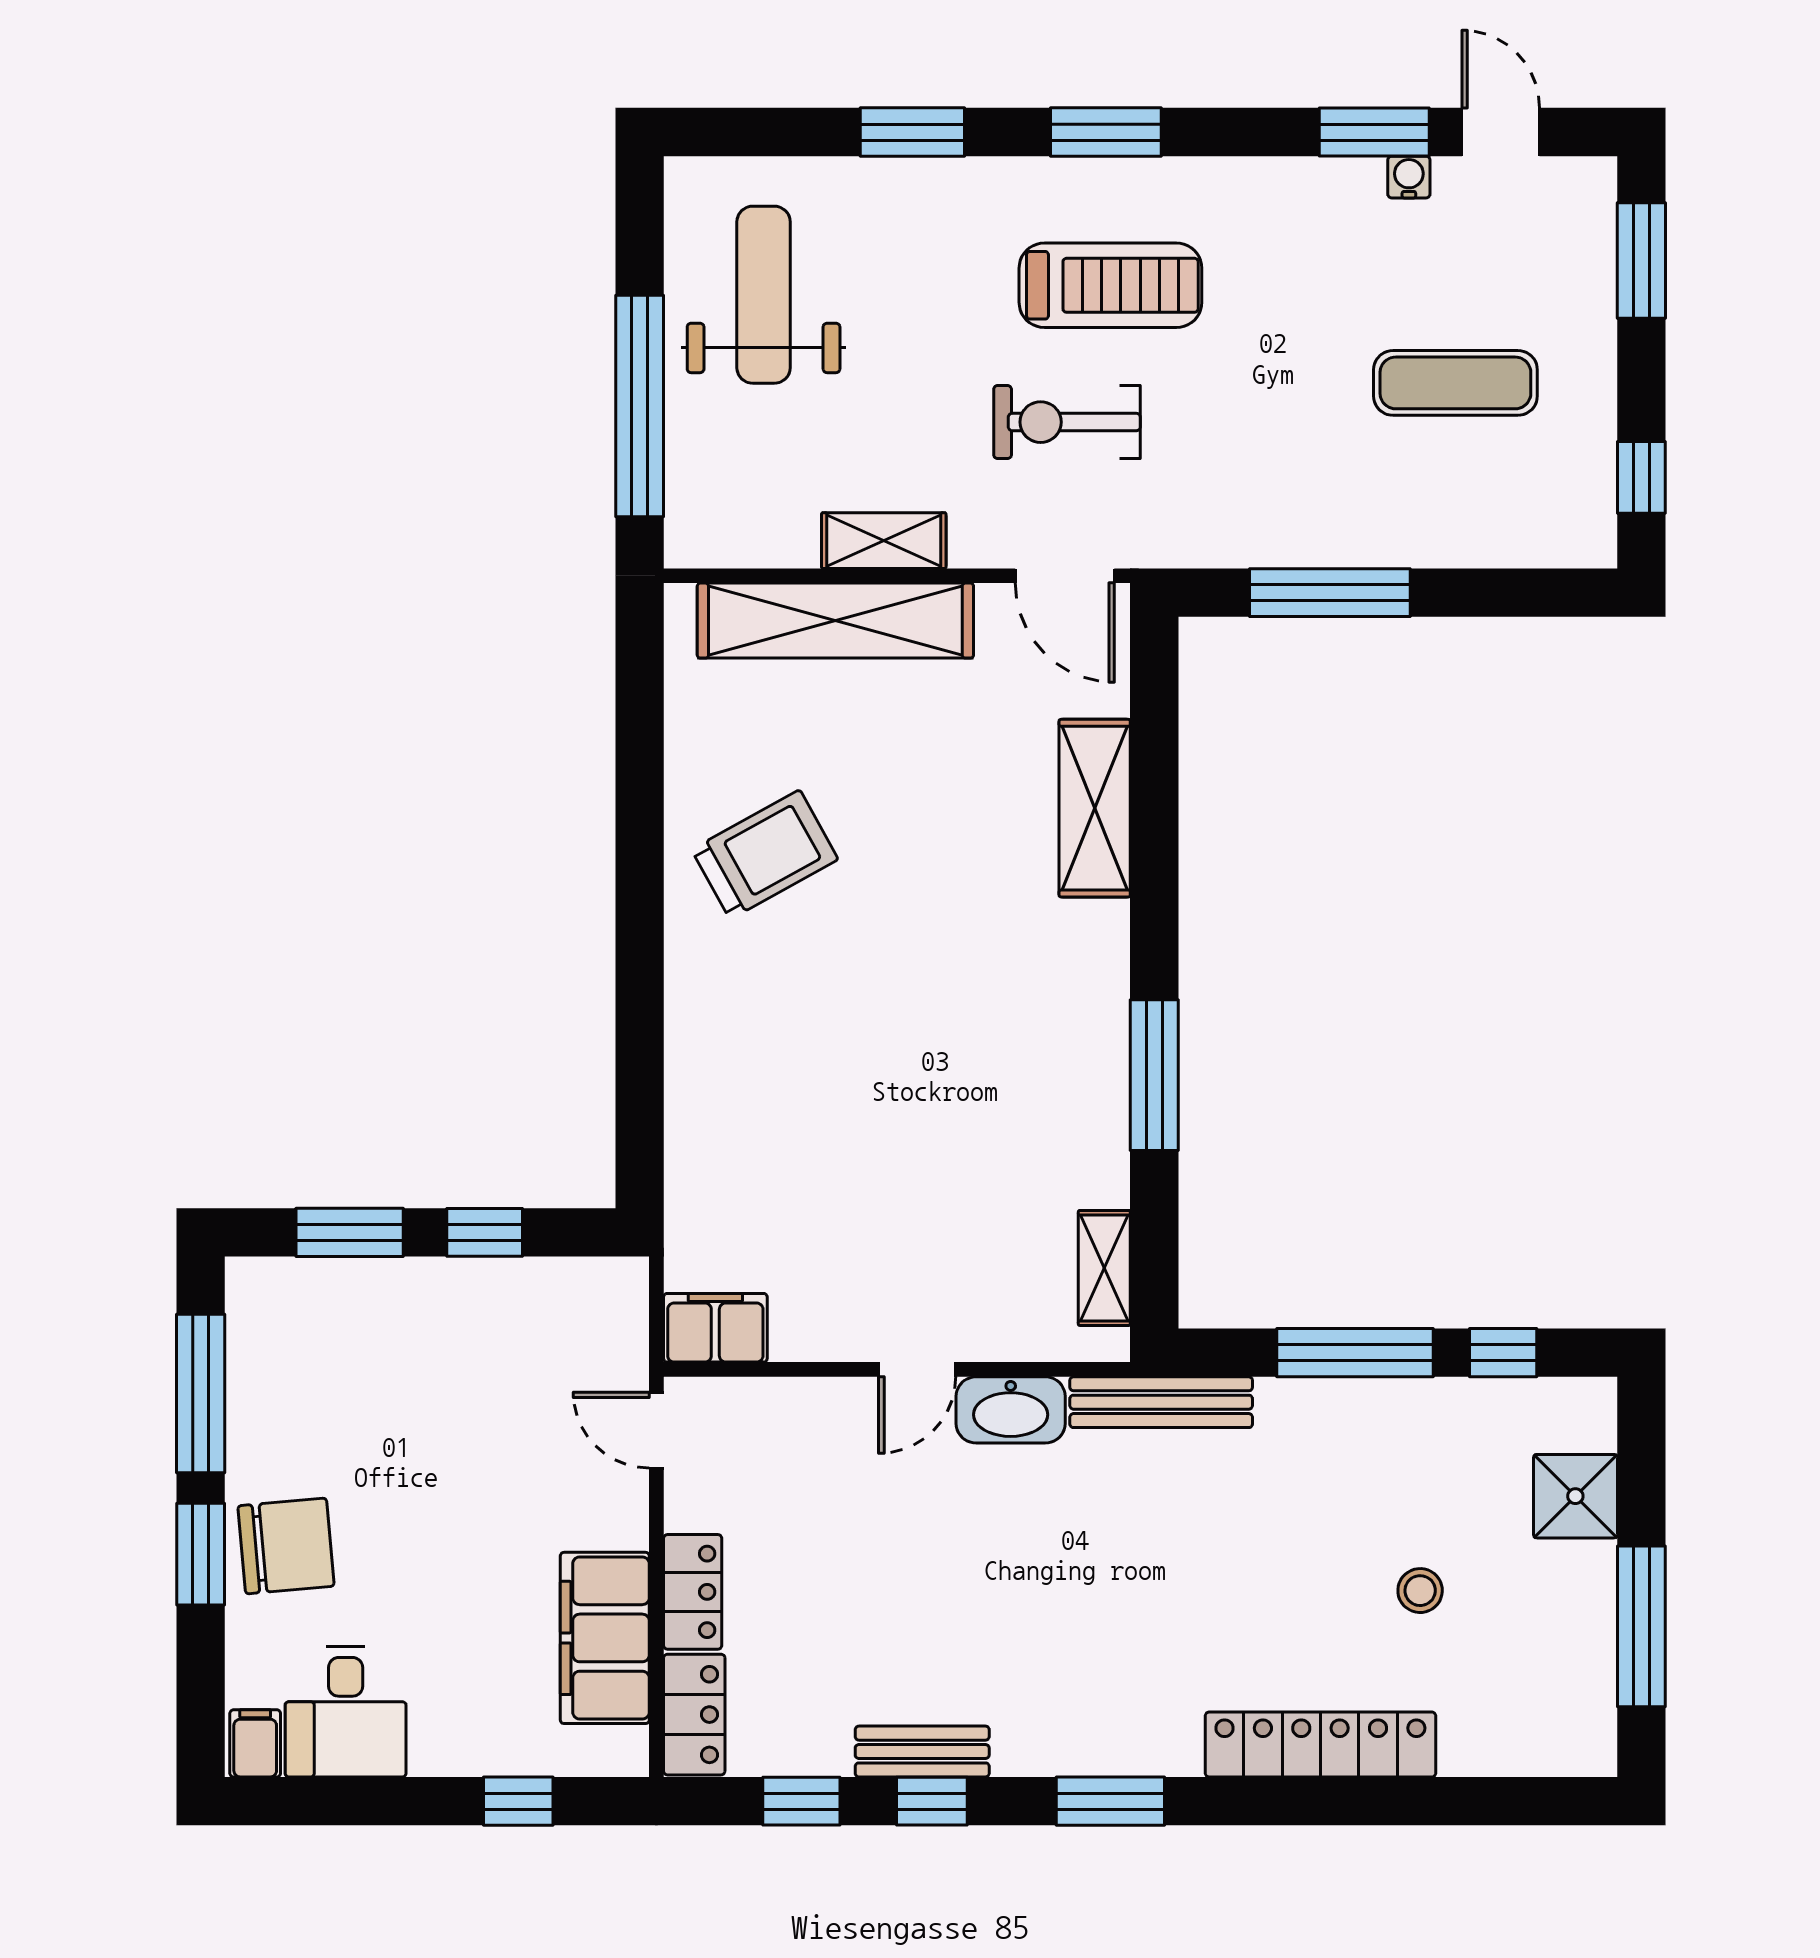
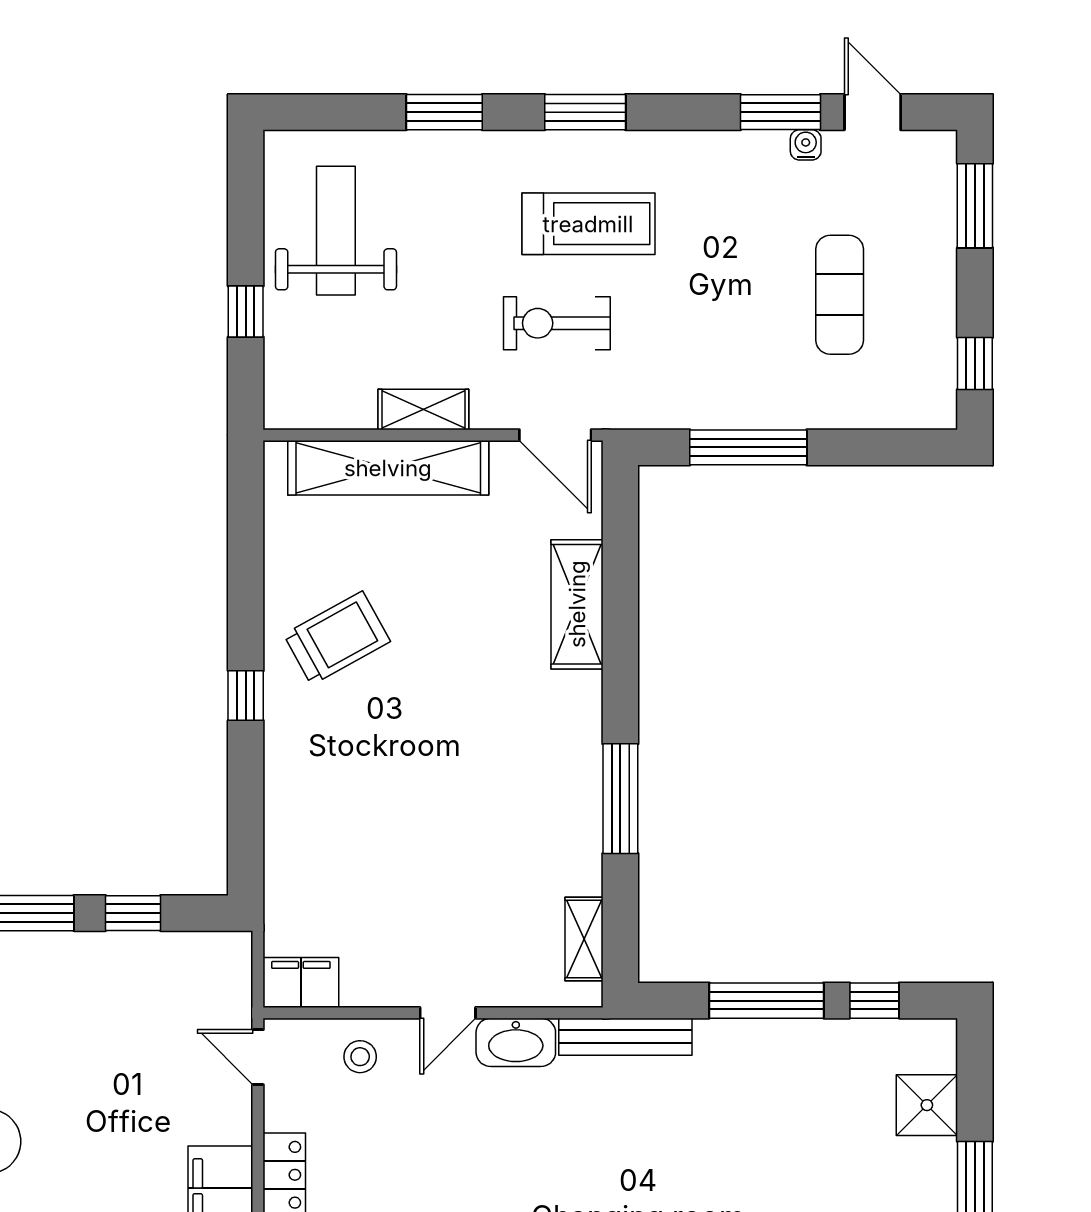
exercise mat: (1455, 383) -> (840, 295), turned 90
window: (640, 406) -> (246, 312), width x0.32
window: (640, 933) -> (246, 696), added
stool: (1420, 1591) -> (360, 1057), moved

